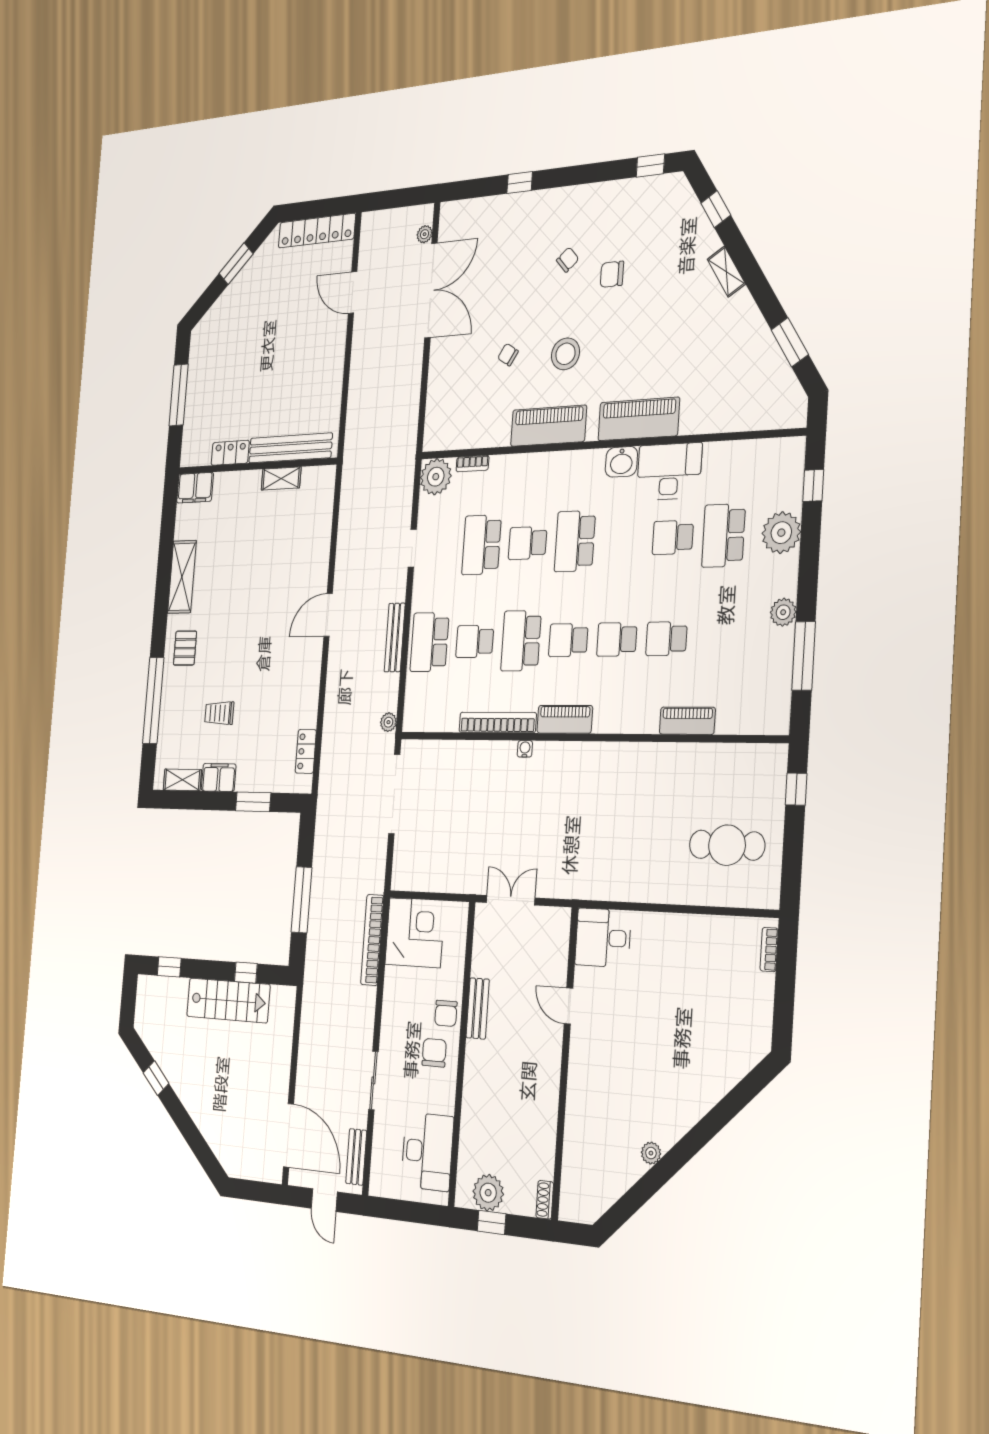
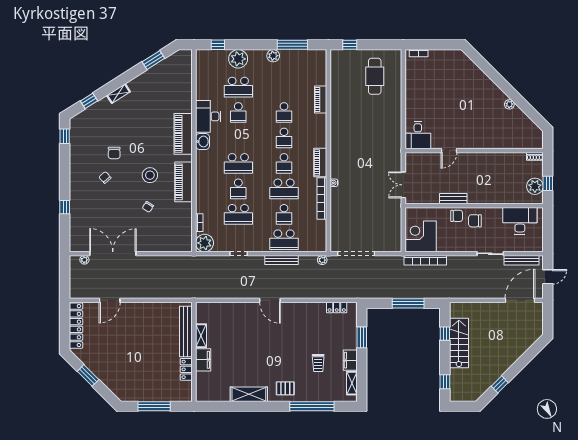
filing cabinet: (195, 488) -> (203, 360), moved
bench: (356, 1157) -> (522, 260), width x1.36

